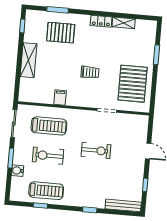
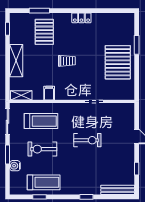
shelving: (124, 23) -> (21, 95), moved
pallet: (61, 33) -> (44, 32), turned 90
trolley: (90, 72) -> (67, 61), moved
pallet: (133, 84) -> (118, 62), moved

